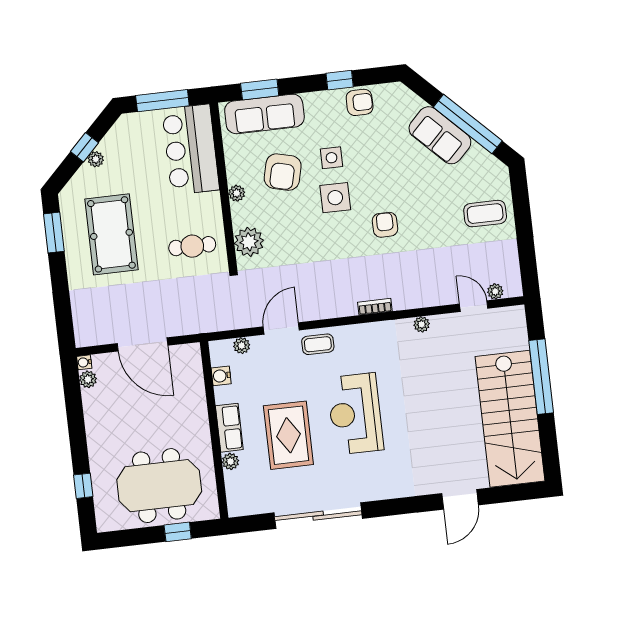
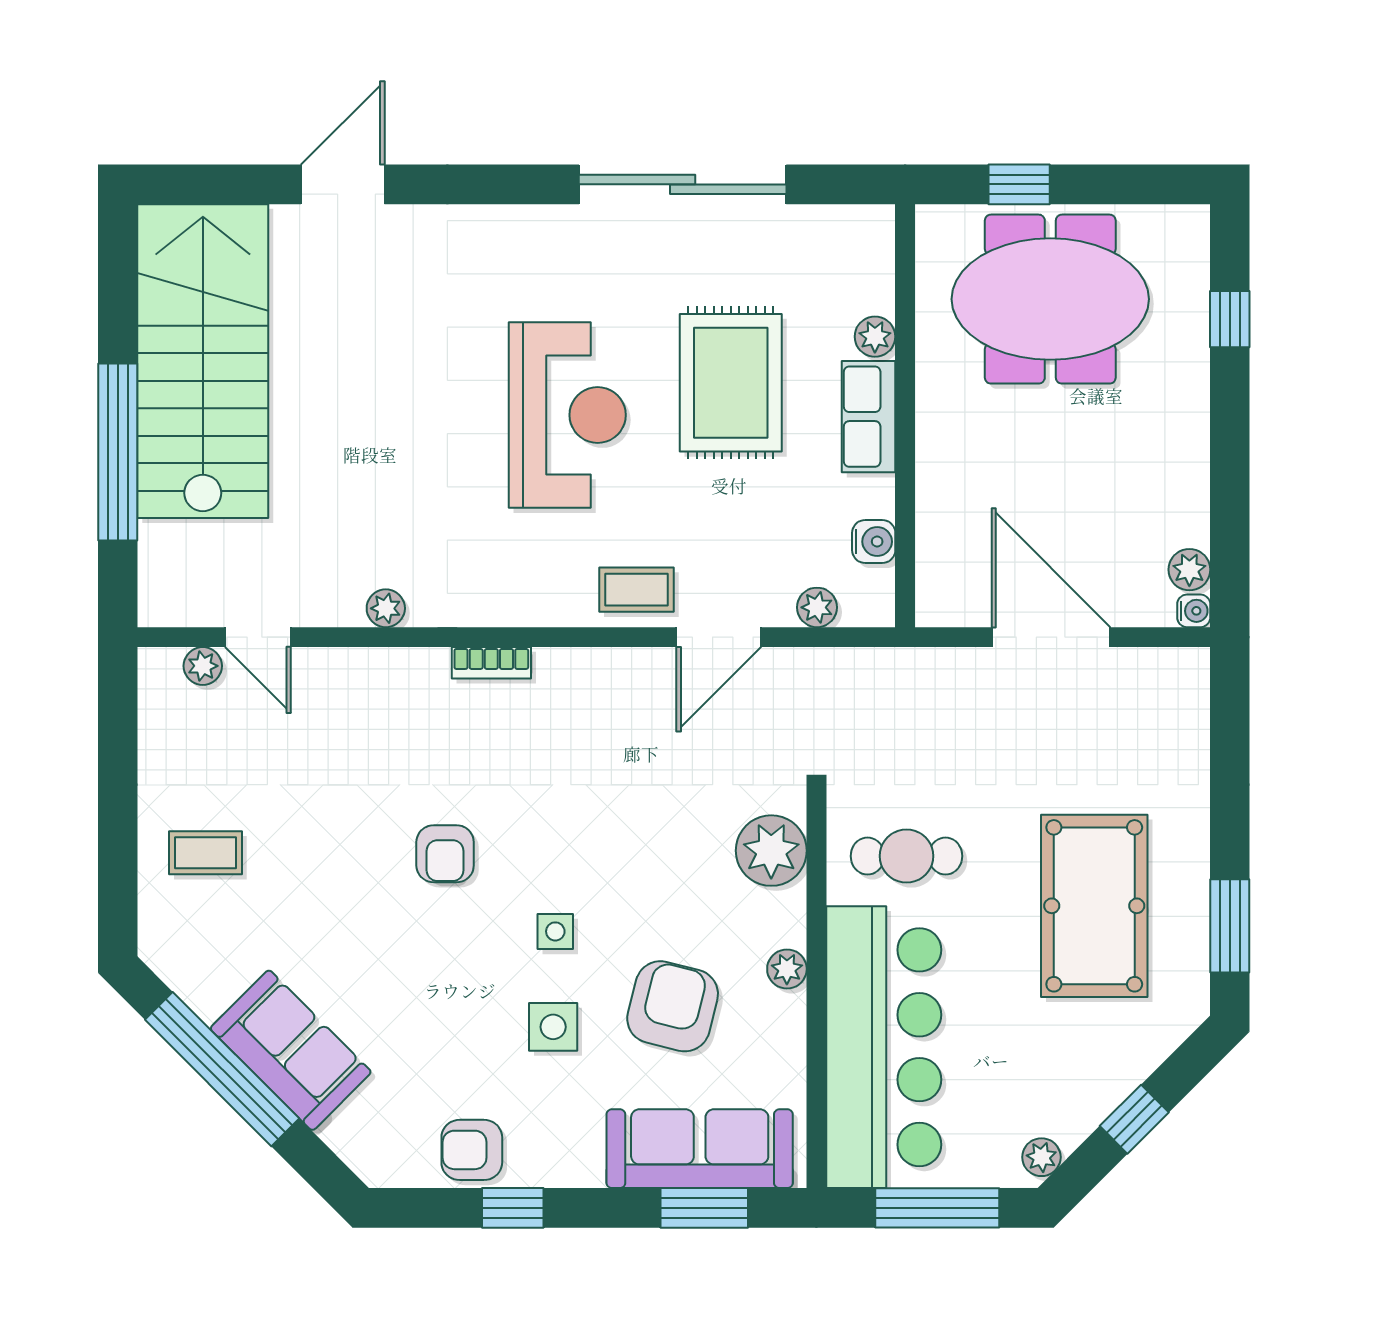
bar counter: (191, 149) -> (884, 1047), width x1.36
plant: (96, 159) -> (1041, 1157), moved
side table: (335, 198) -> (555, 931), width x0.54, depth x0.54
coffee table: (485, 214) -> (205, 853), width x0.73, depth x0.77

